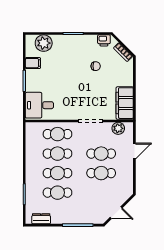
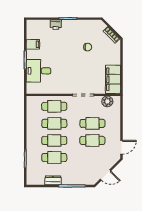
printer: (104, 40) -> (56, 25), moved
plant: (44, 43) -> (42, 27), removed
desk: (39, 105) -> (38, 71), moved
door: (134, 151) -> (121, 147), moved
dresser: (41, 219) -> (53, 180), moved

